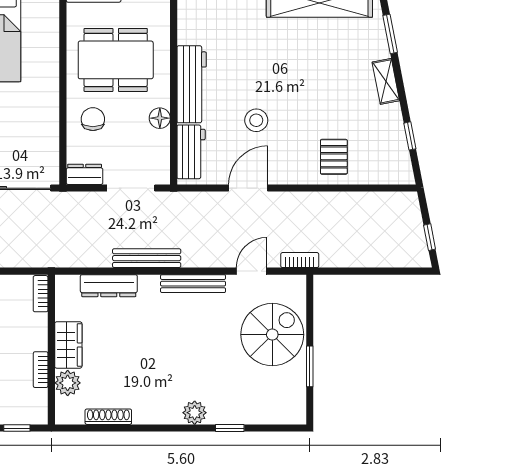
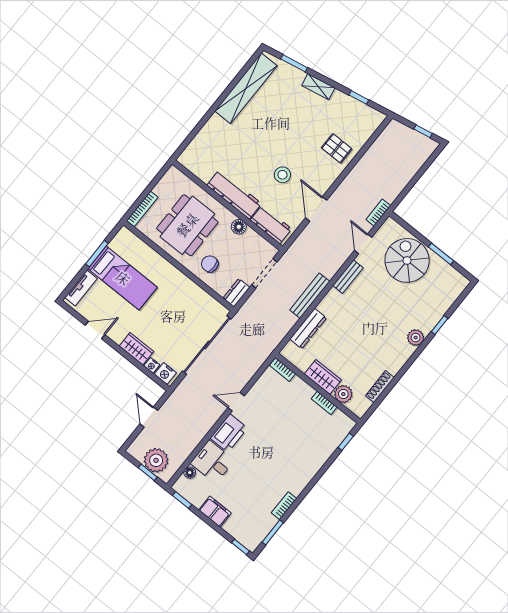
bench: (193, 284) -> (348, 277), width x0.73

